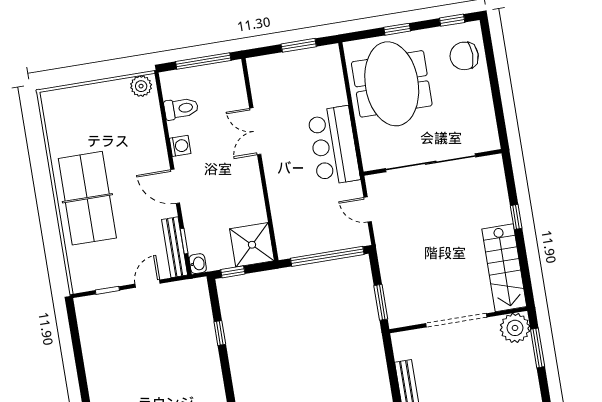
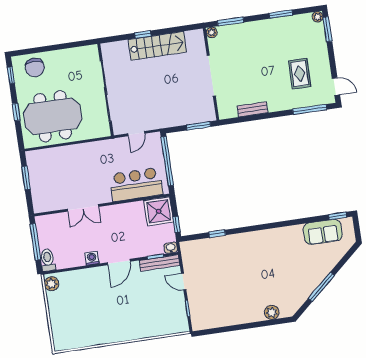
toilet: (181, 108) -> (48, 260), moved
bar counter: (334, 146) -> (136, 184), moved, turned 180
table tennis table: (87, 198) -> (126, 321), removed
stairs: (504, 268) -> (157, 46), moved
plant: (515, 328) -> (212, 32), width x0.53, depth x0.53

